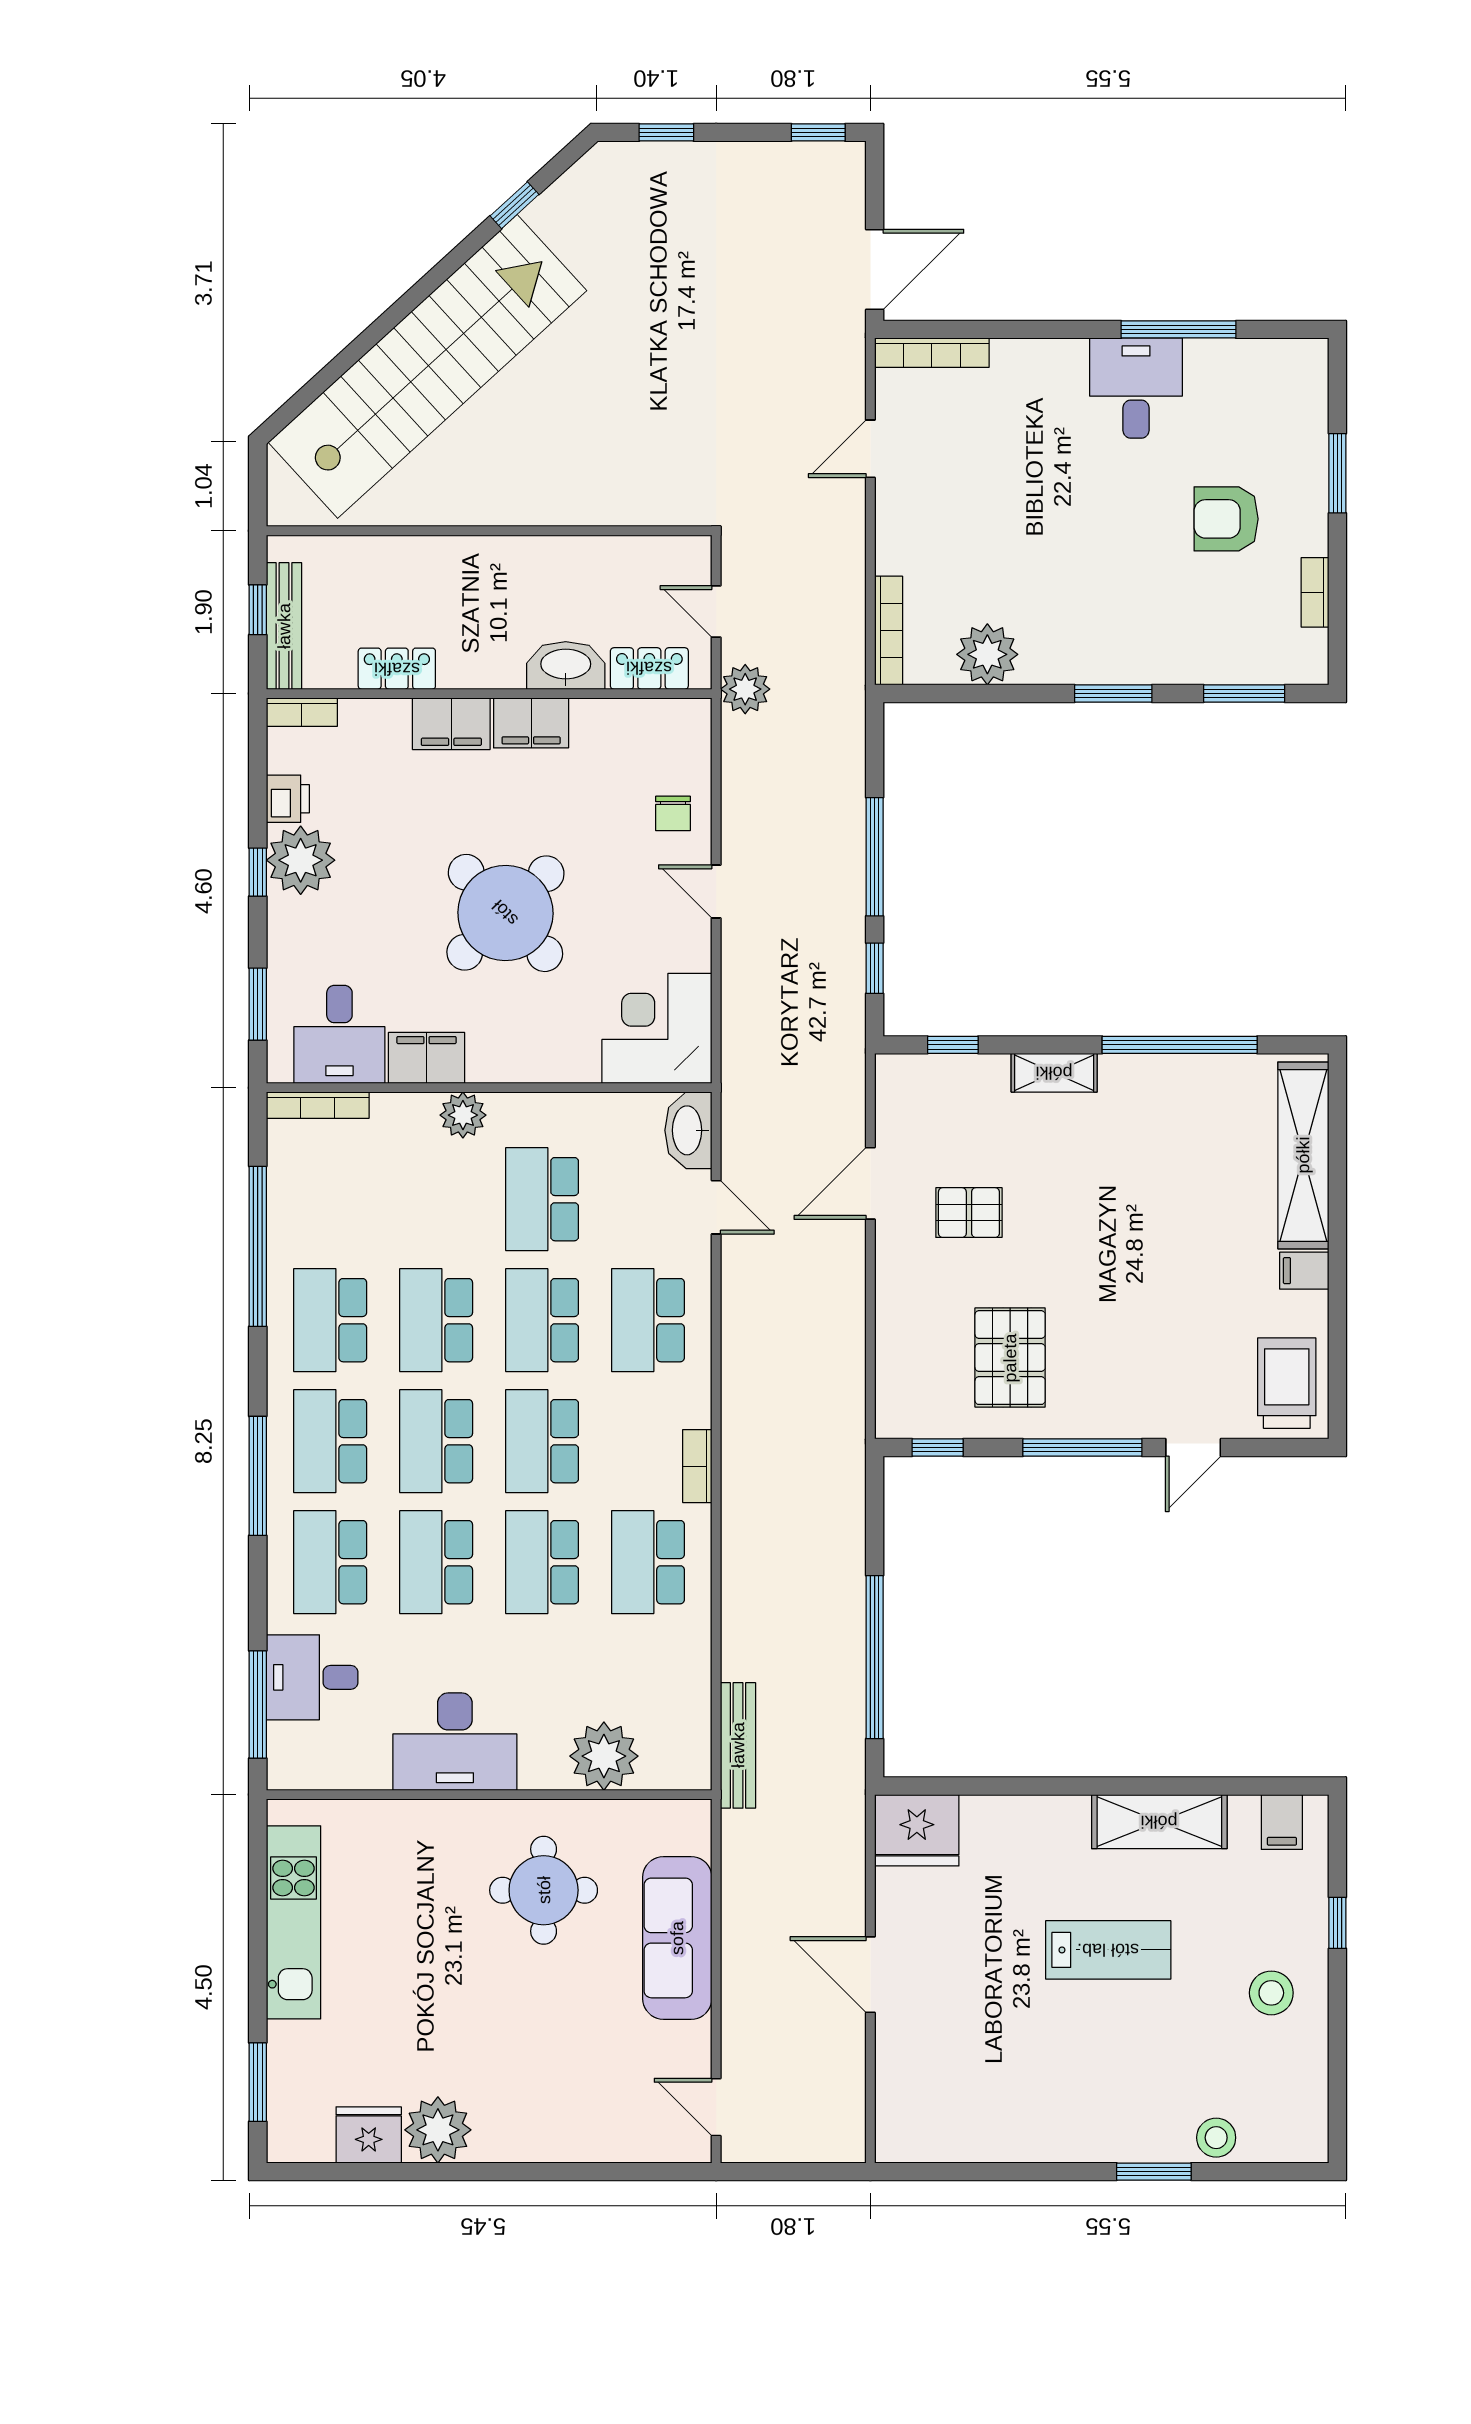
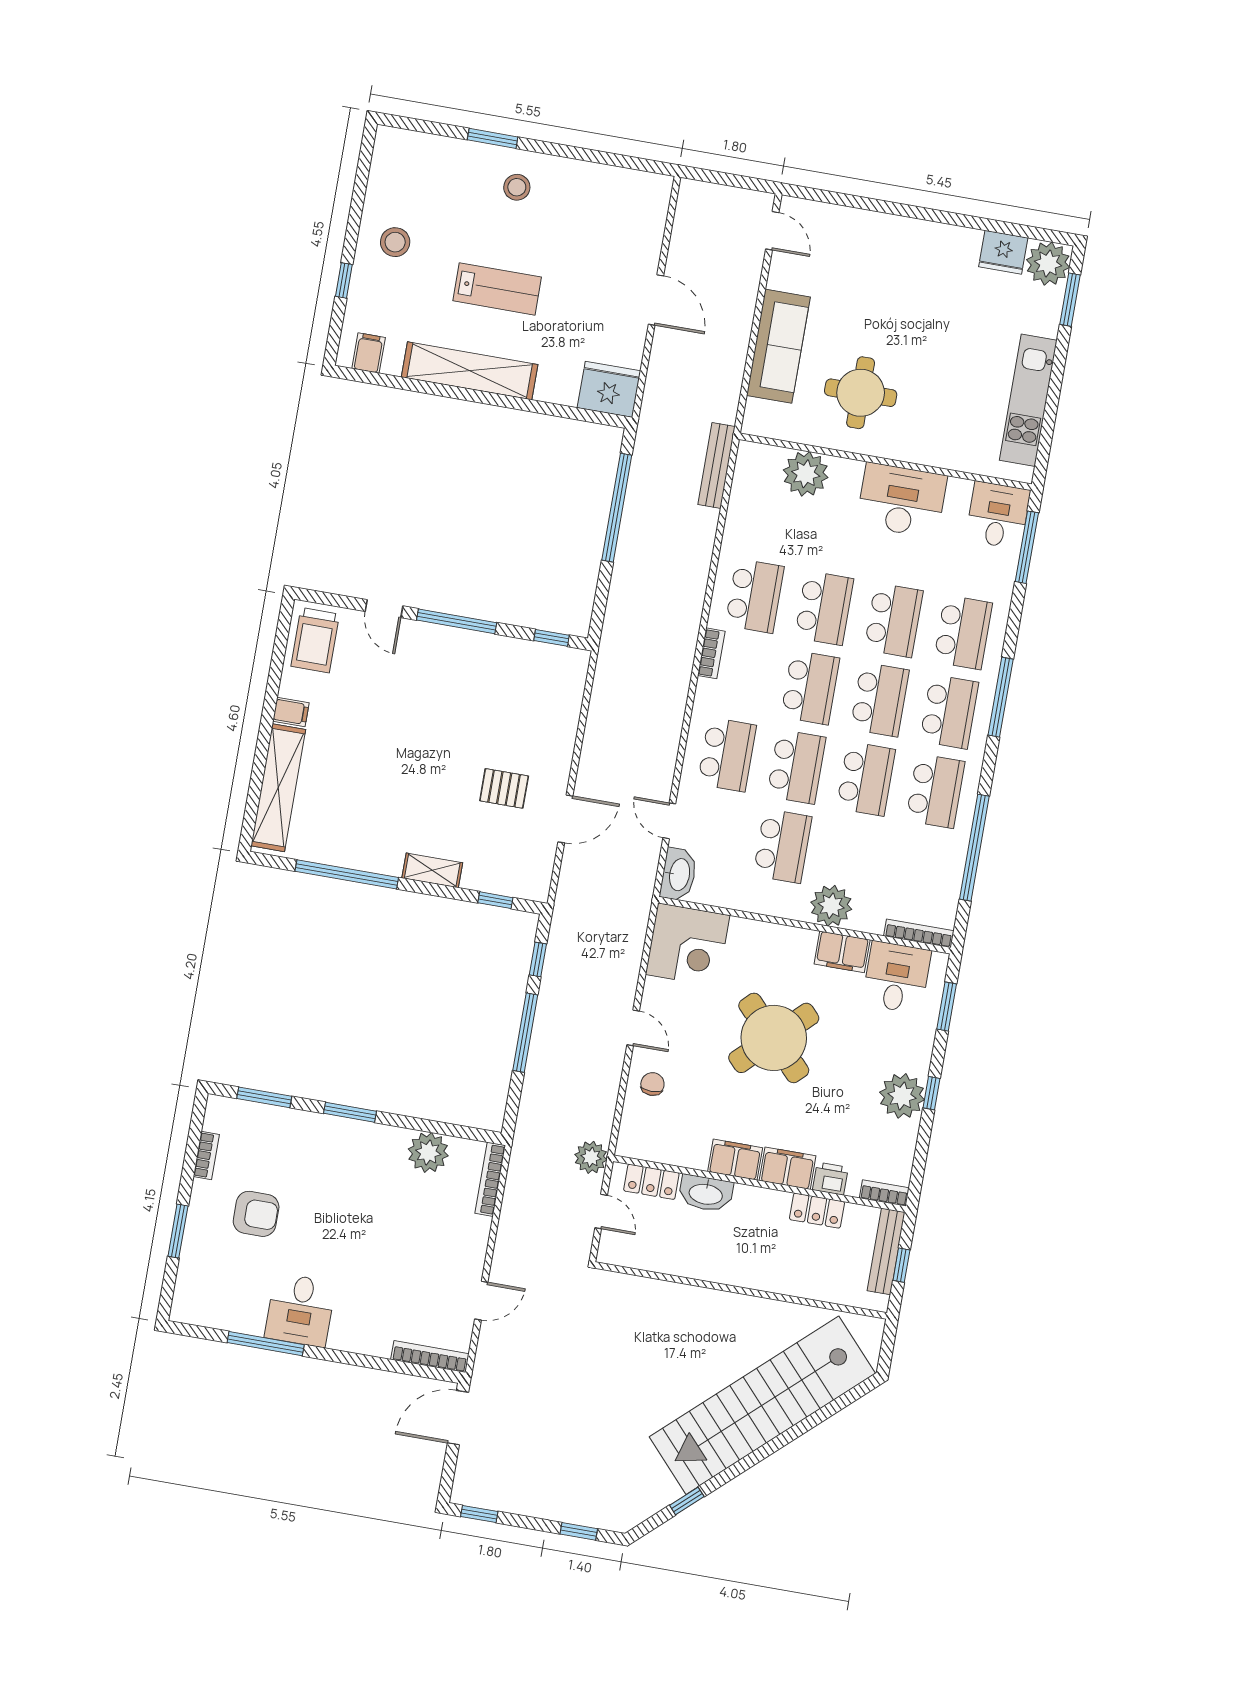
printer: (288, 799) -> (830, 1179), moved, turned 90
plant: (463, 1115) -> (831, 906), width x1.36, depth x1.36
pallet: (1010, 1358) -> (494, 689), removed
door: (1193, 1448) -> (384, 609), swing flipped
desk: (312, 1677) -> (998, 515), moved, turned -90
shelving: (1159, 1822) -> (470, 371), width x1.47
lab bench: (1108, 1950) -> (497, 289), turned 180
plant: (438, 2130) -> (1048, 264), moved
stool: (1216, 2138) -> (517, 187), moved

